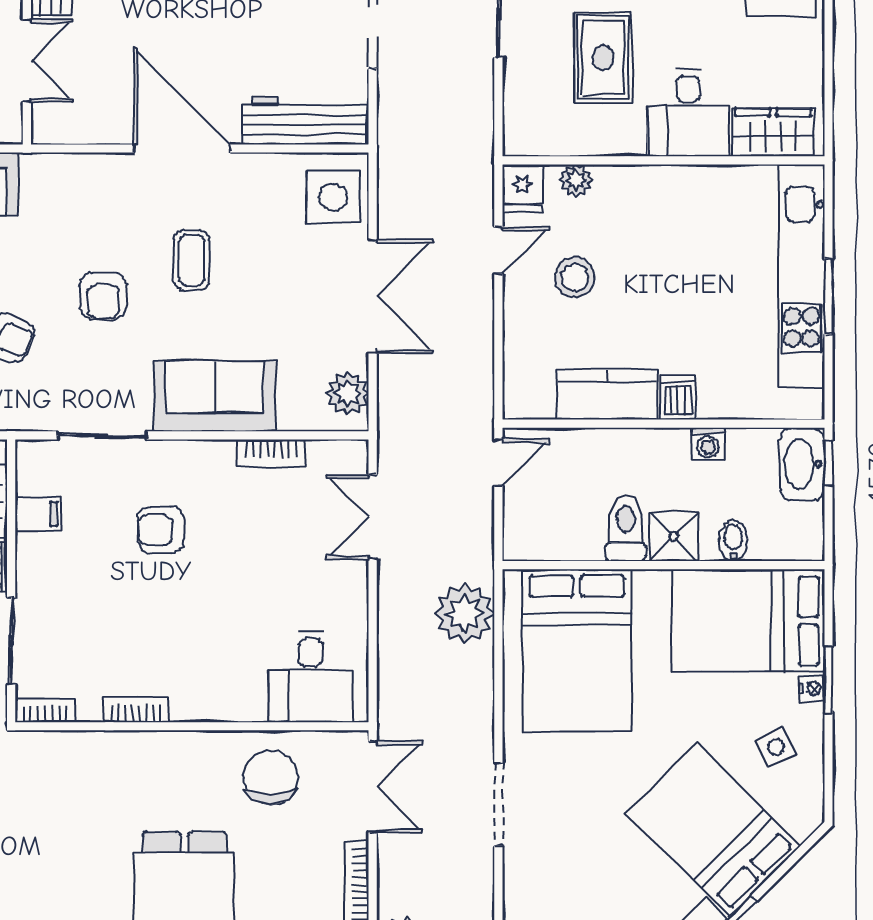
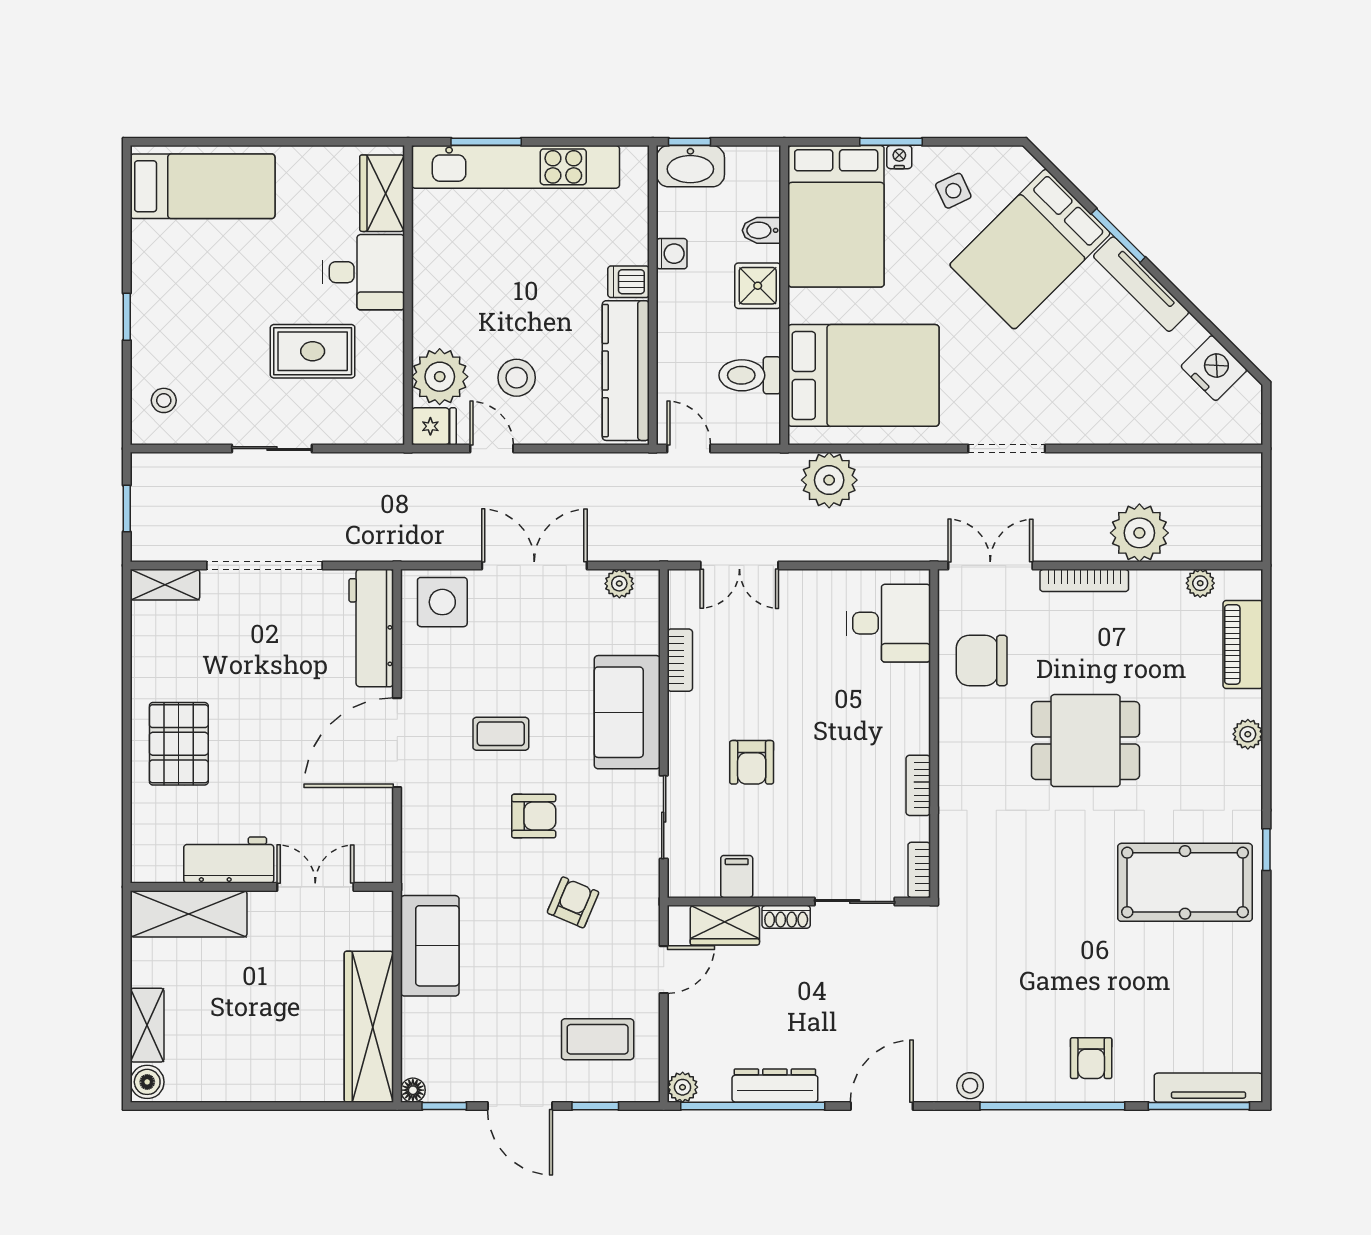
plant: (576, 180) -> (440, 377), width x1.87, depth x1.87
window: (829, 296) -> (486, 142), moved
plant: (347, 393) -> (619, 584), width x0.73, depth x0.73
kitchen counter: (607, 395) -> (626, 371), width x1.50
toilet: (626, 528) -> (750, 375), moved

